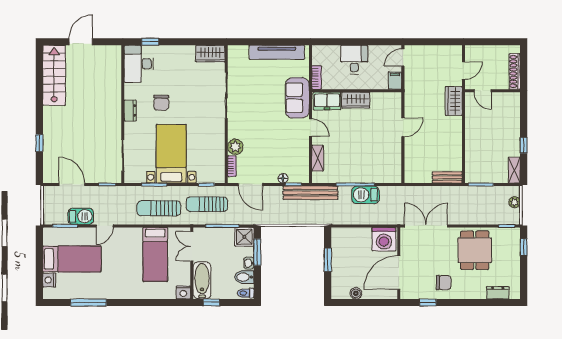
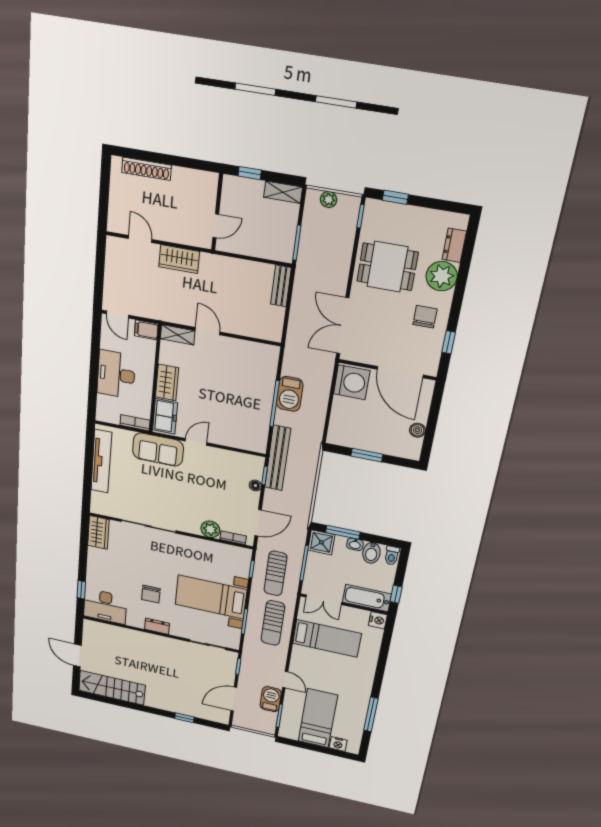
desk: (354, 60) -> (116, 374), width x1.37
door: (483, 91) -> (216, 226), moved
wall: (493, 91) -> (217, 212), moved
chair: (161, 103) -> (151, 594), turned 90
shelving: (318, 158) -> (178, 335), moved
plant: (475, 288) -> (442, 276), added

